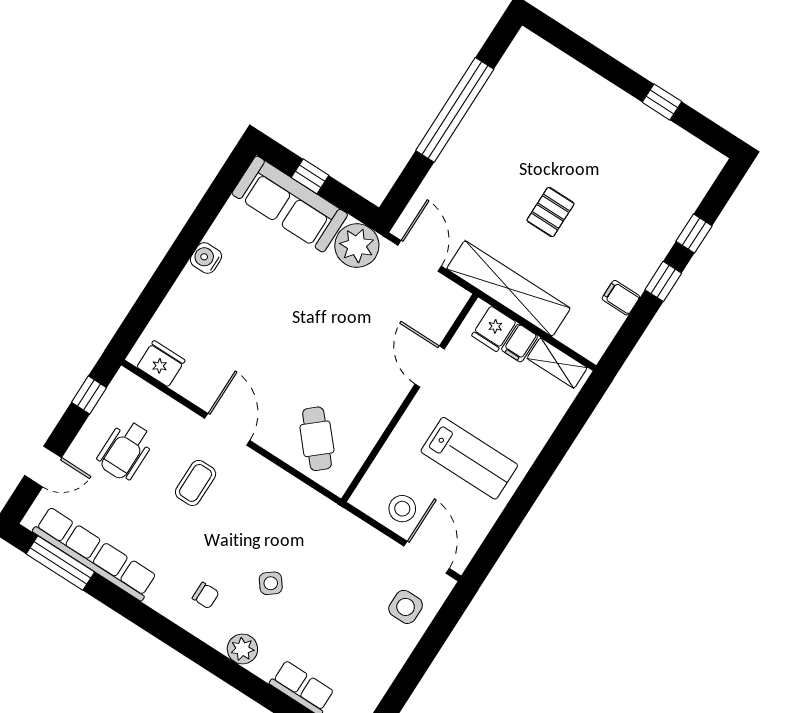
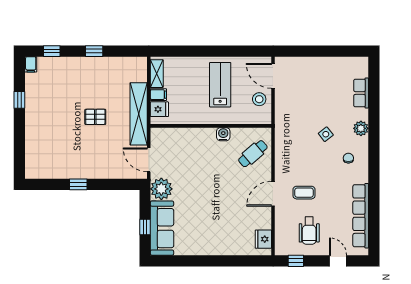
window: (455, 110) -> (78, 184), width x0.32
window: (694, 234) -> (52, 51), moved
door: (420, 256) -> (149, 160), hinge flipped
water cooler: (206, 258) -> (223, 134), moved, turned 180
filing cabinet: (621, 298) -> (31, 64), moved
door: (430, 367) -> (192, 126), removed
wheelchair: (125, 450) -> (309, 231), turned 90
door: (427, 557) -> (273, 76), hinge flipped
window: (60, 563) -> (374, 228), removed
side table: (406, 607) -> (299, 71), removed

